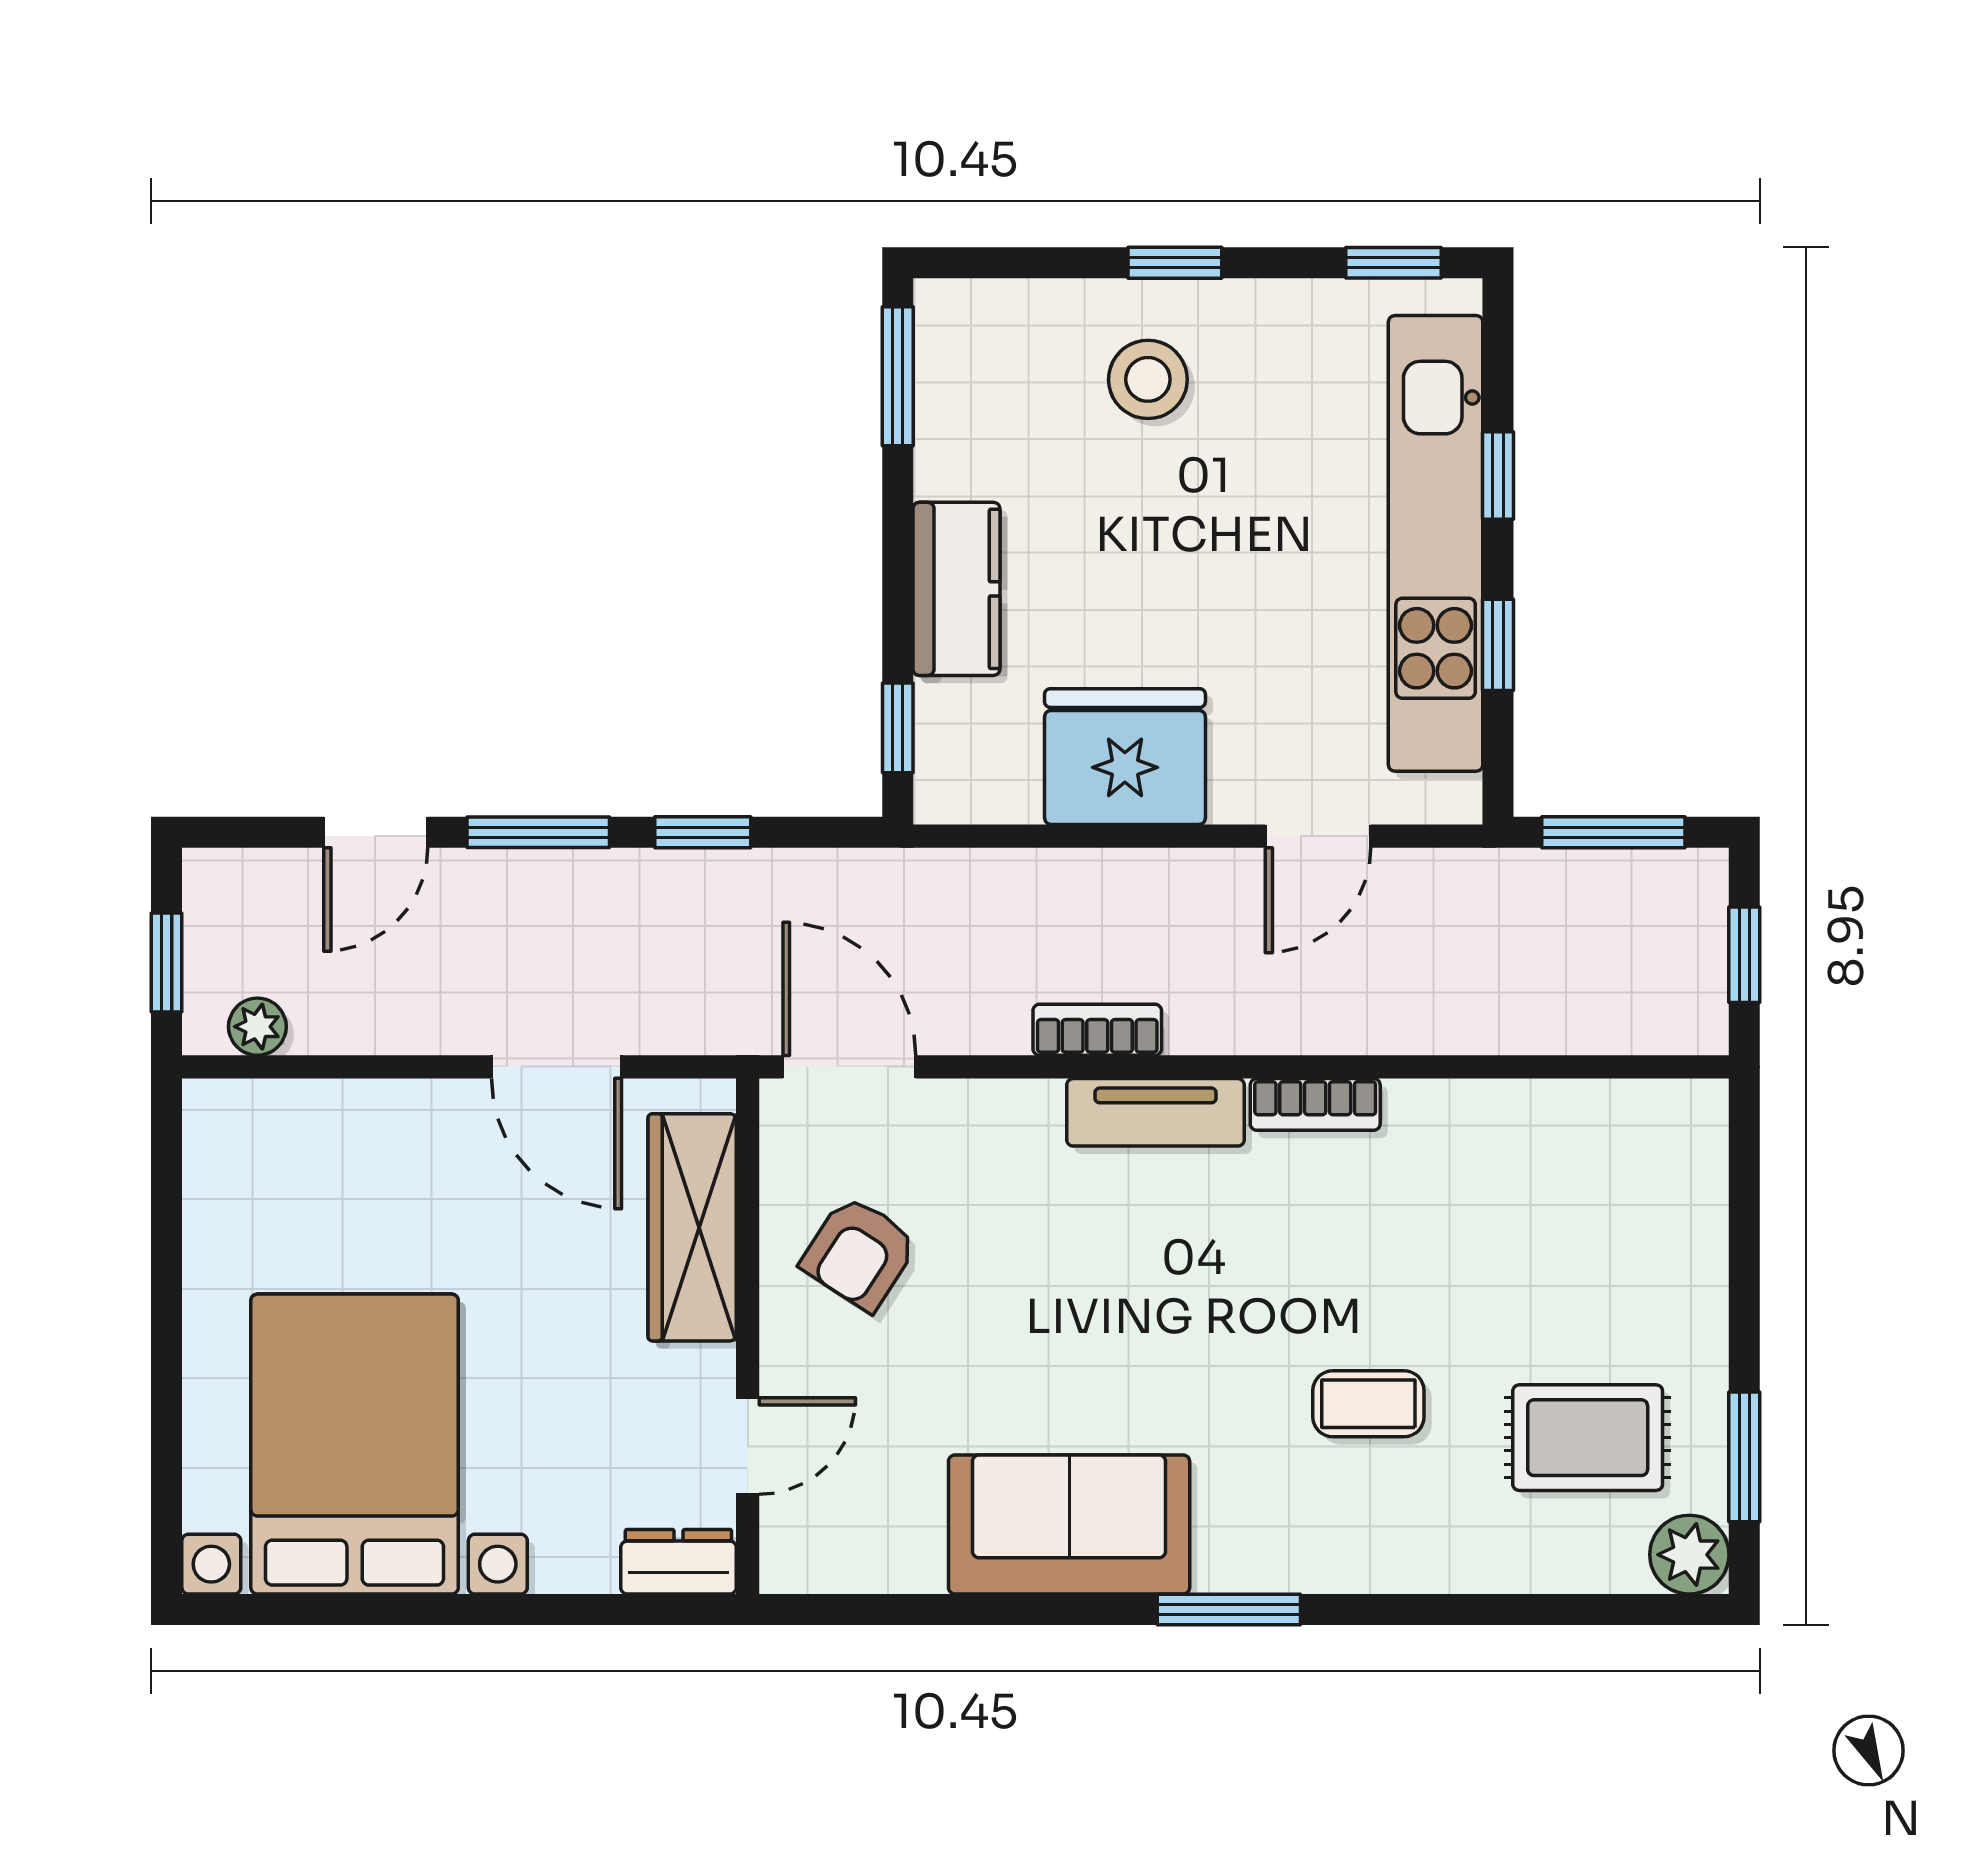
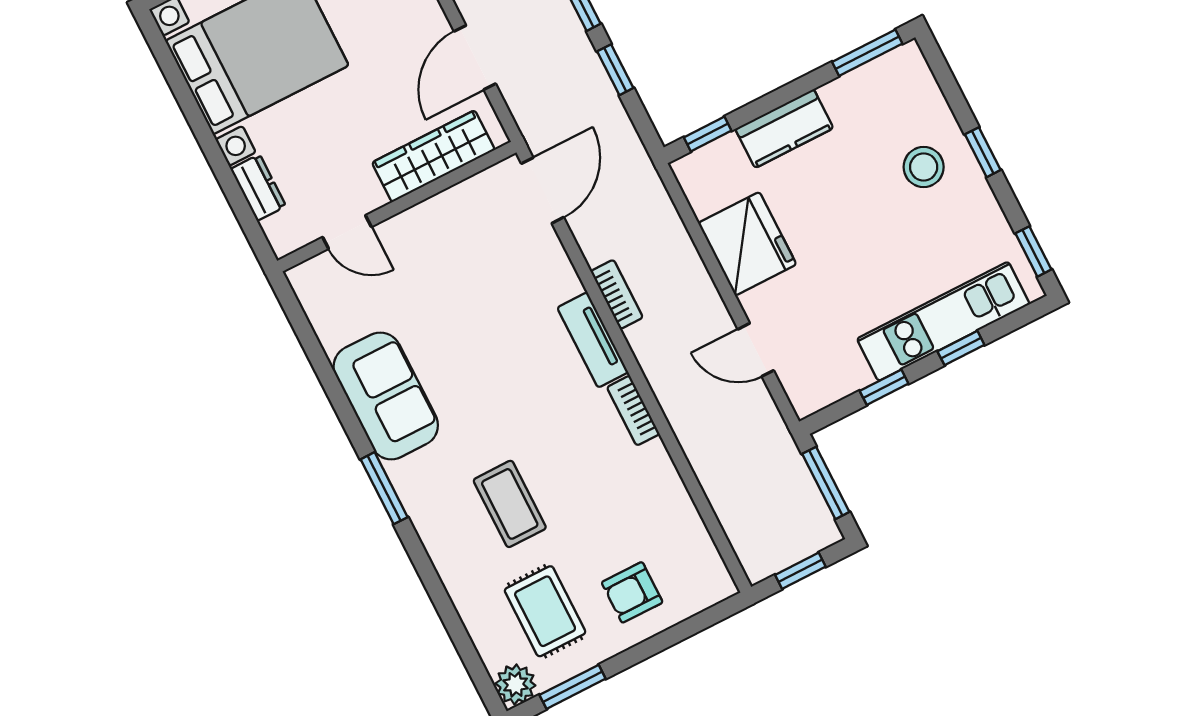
kitchen unit: (1436, 543) -> (943, 321), width x0.73
armchair: (859, 1253) -> (632, 592), moved, turned -33
coffee table: (1368, 1404) -> (510, 504), width x1.36, depth x1.30
dresser: (678, 1562) -> (258, 188), moved

